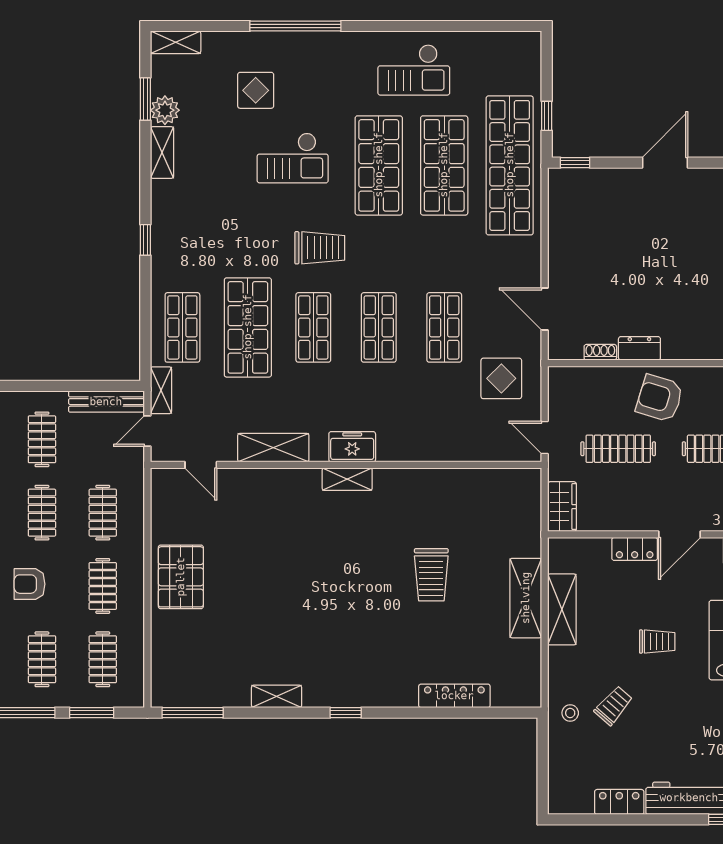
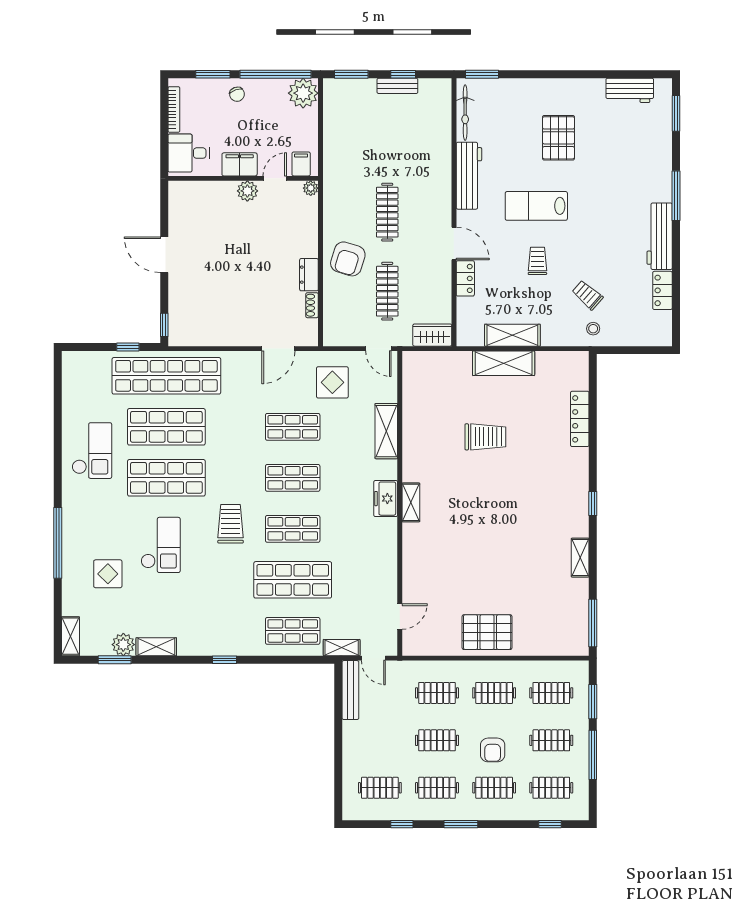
door: (545, 437) -> (378, 349), hinge flipped
clothes rail: (42, 439) -> (380, 740), removed
shelving: (273, 448) -> (386, 431), moved

